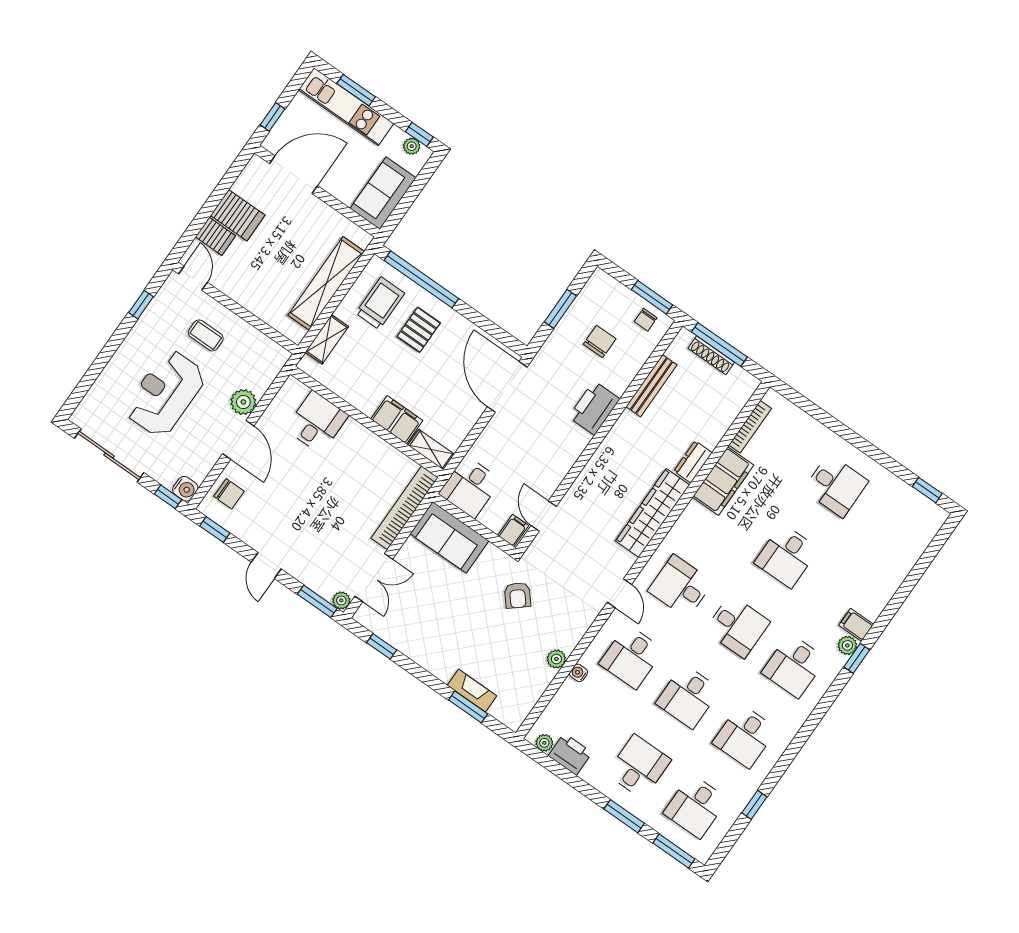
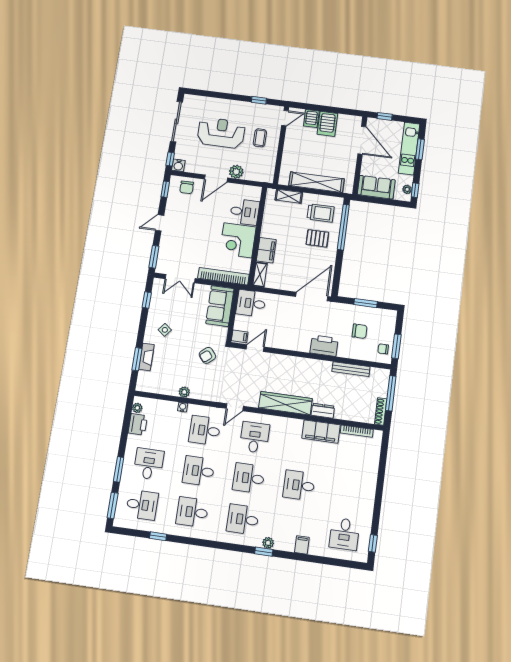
shoe rack: (711, 355) -> (381, 411), moved
corner desk: (358, 456) -> (238, 240), added
desk: (836, 486) -> (344, 534), moved
plant: (341, 600) -> (160, 268), removed
filing cabinet: (856, 625) -> (302, 545), moved
desk: (737, 626) -> (249, 478), turned 90
side table: (444, 641) -> (165, 330), added
desk: (639, 767) -> (149, 464), turned -90
desk: (695, 806) -> (142, 505), turned 180

